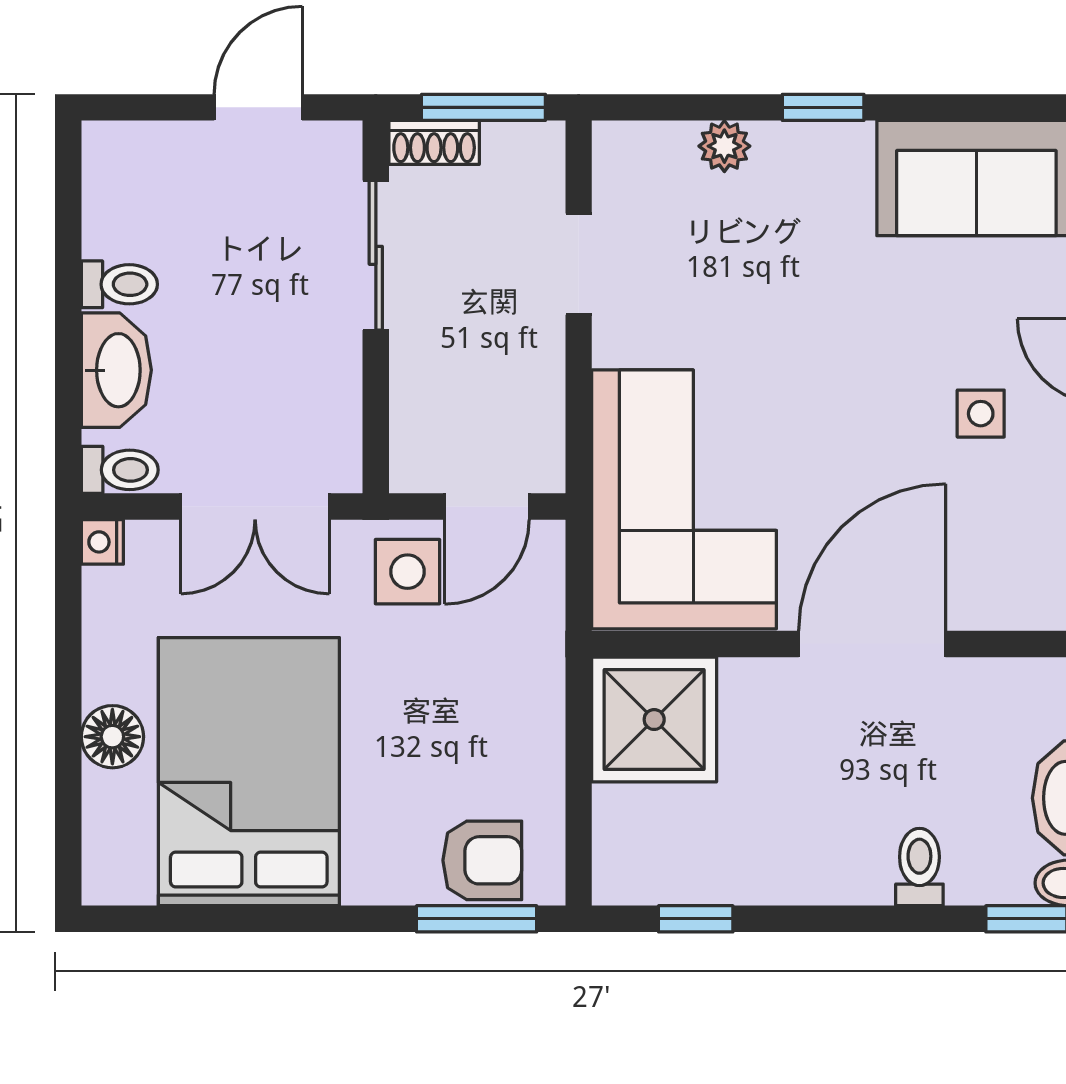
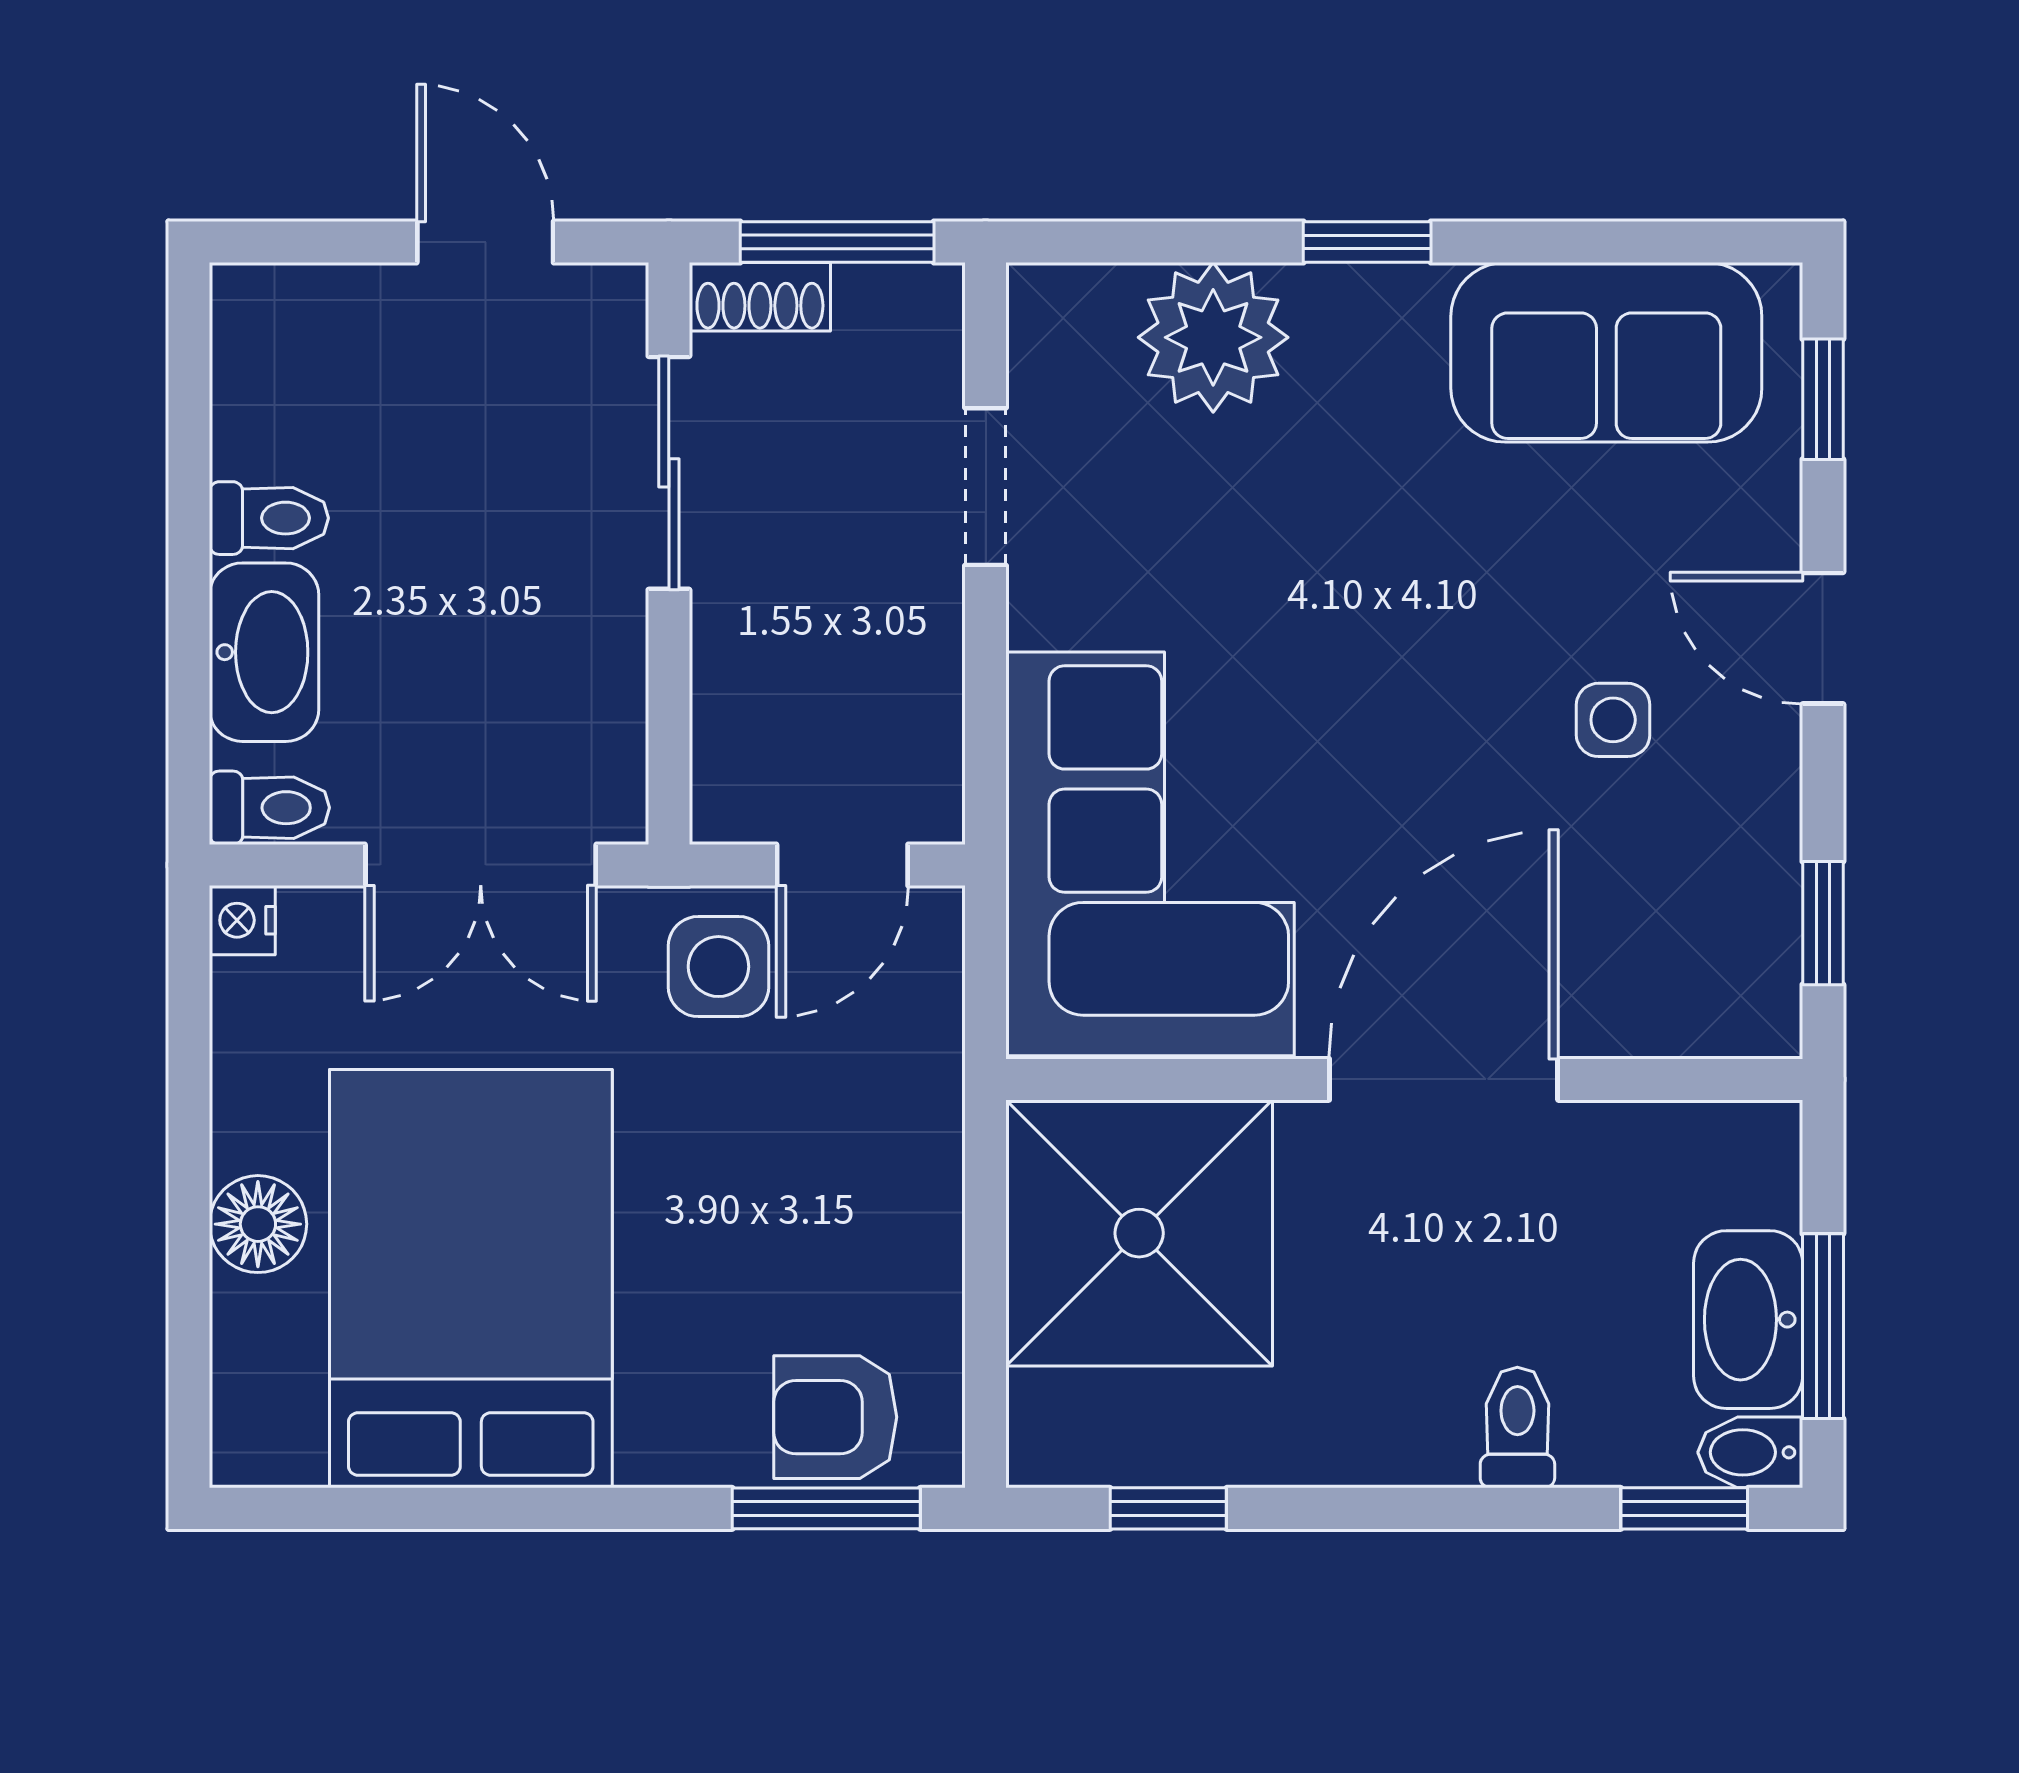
door: (258, 107) -> (485, 242), hinge flipped
plant: (724, 146) -> (1213, 337), width x1.88, depth x1.88
shower: (654, 720) -> (1139, 1233), width x1.37, depth x1.37
armchair: (482, 860) -> (835, 1417), turned 180

